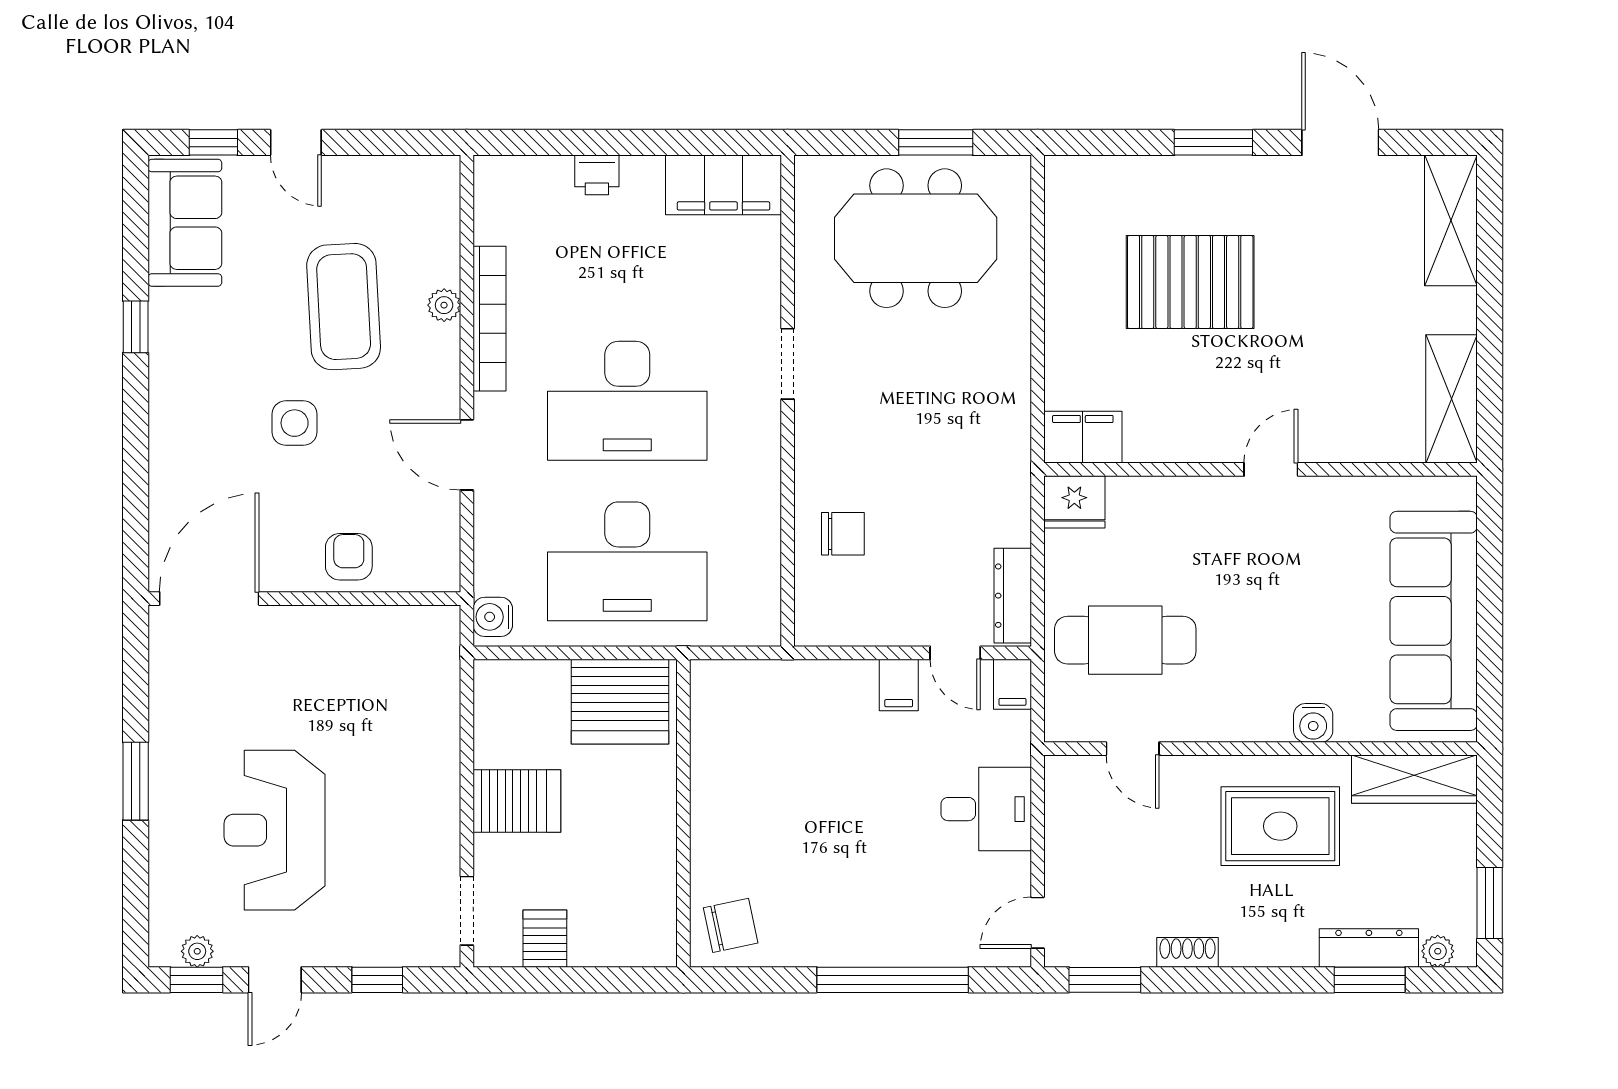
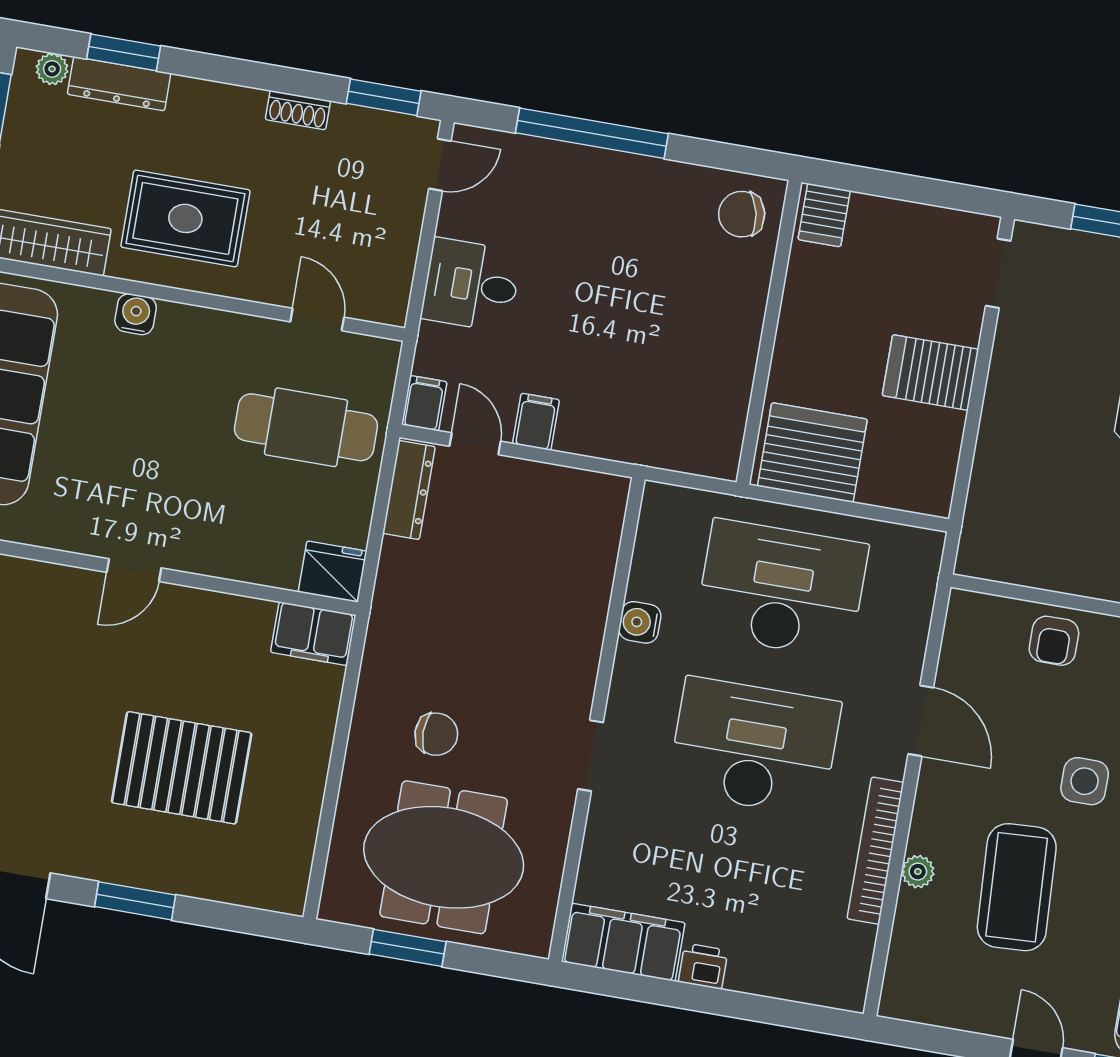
printer: (597, 175) -> (703, 966), moved
chair: (843, 534) -> (436, 734), moved, turned 180
water cooler: (493, 617) -> (640, 622), moved, turned 180
server rack: (545, 939) -> (824, 215), moved

